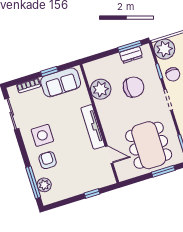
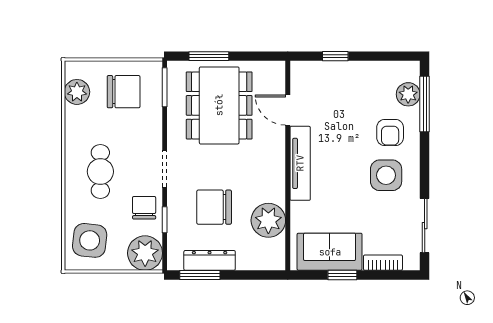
dresser: (131, 55) -> (210, 260), width x1.44

